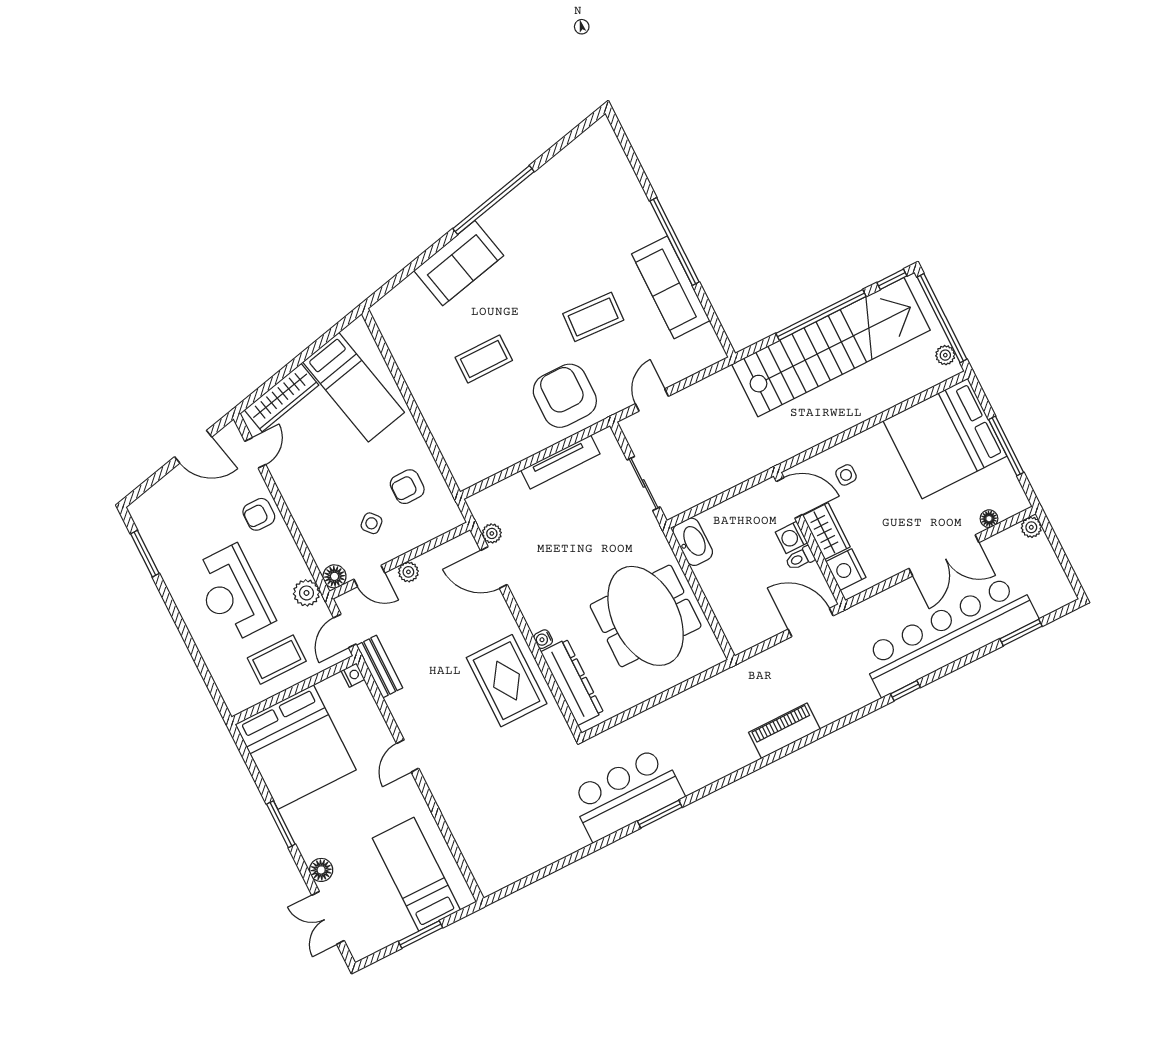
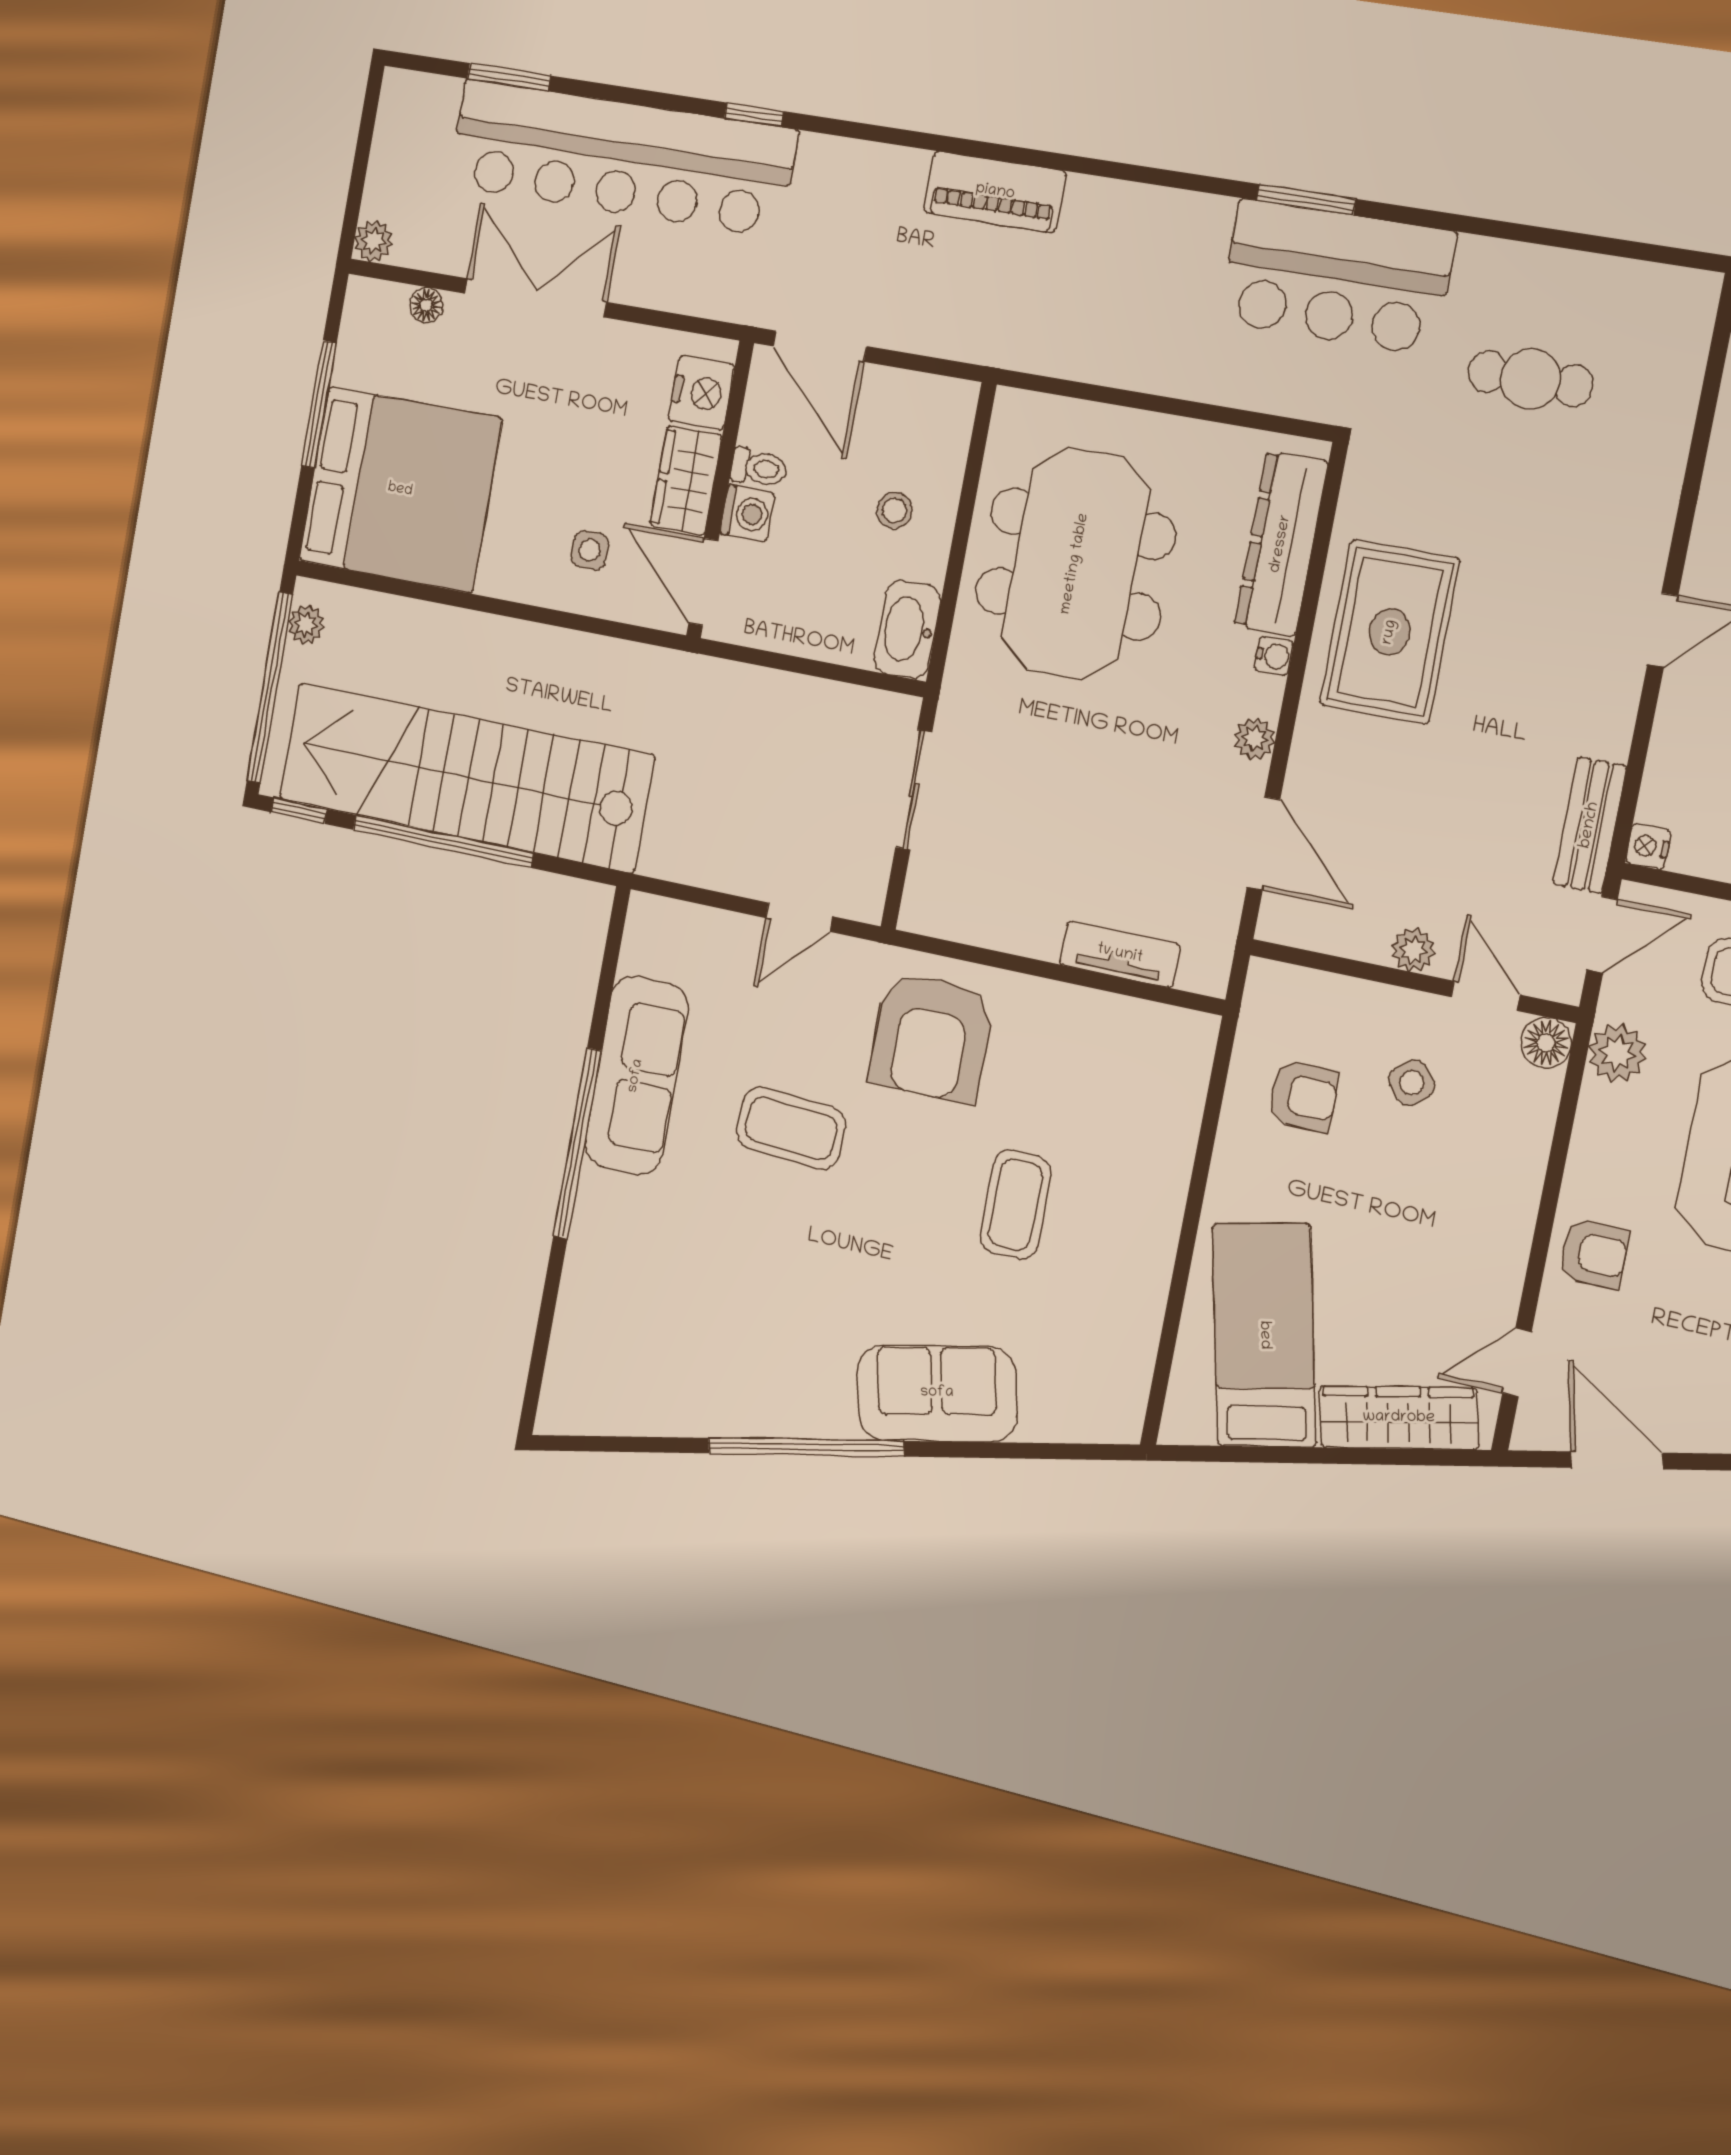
coffee table: (484, 359) -> (1015, 1205), turned 90
tv unit: (560, 462) -> (1120, 954), moved, width x0.71
plant: (492, 533) -> (1254, 739), moved
stool: (733, 583) -> (895, 510), added
cafe table: (525, 810) -> (1530, 379), added

